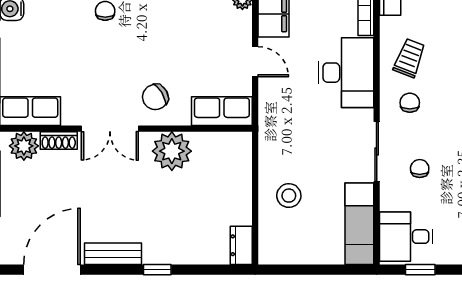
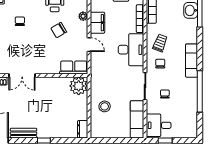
chair: (155, 97) -> (59, 30), moved
plant: (172, 151) -> (79, 86), moved

